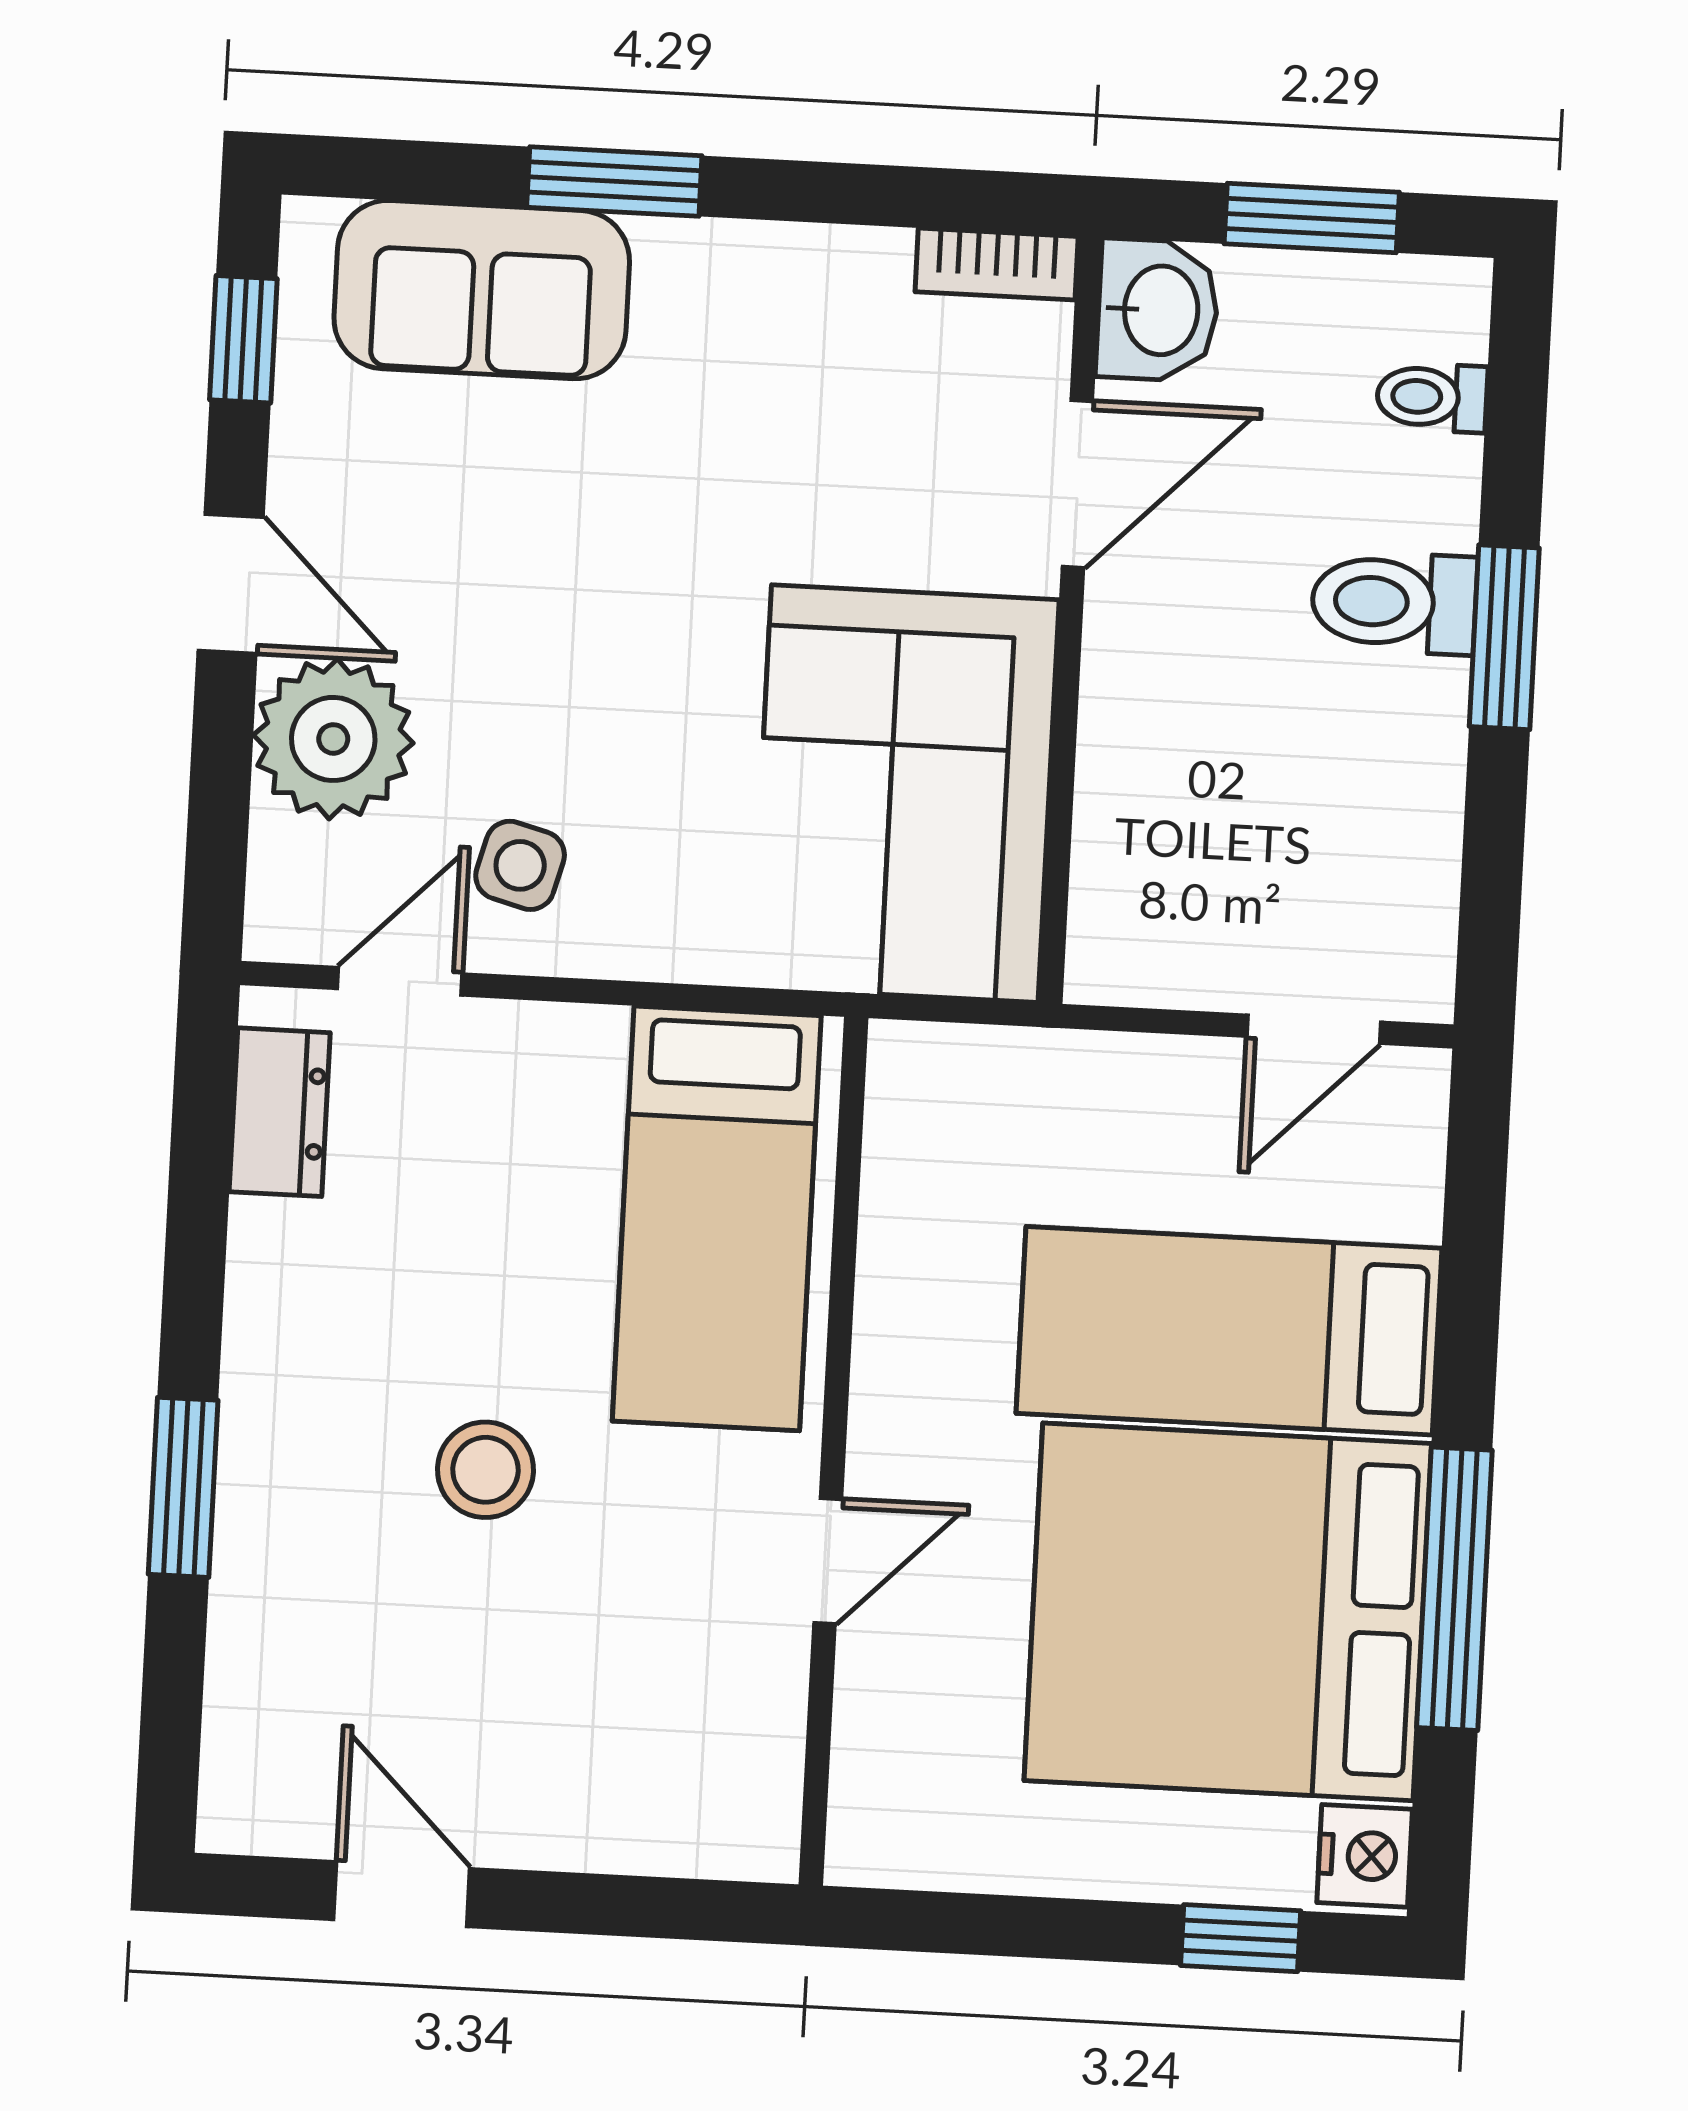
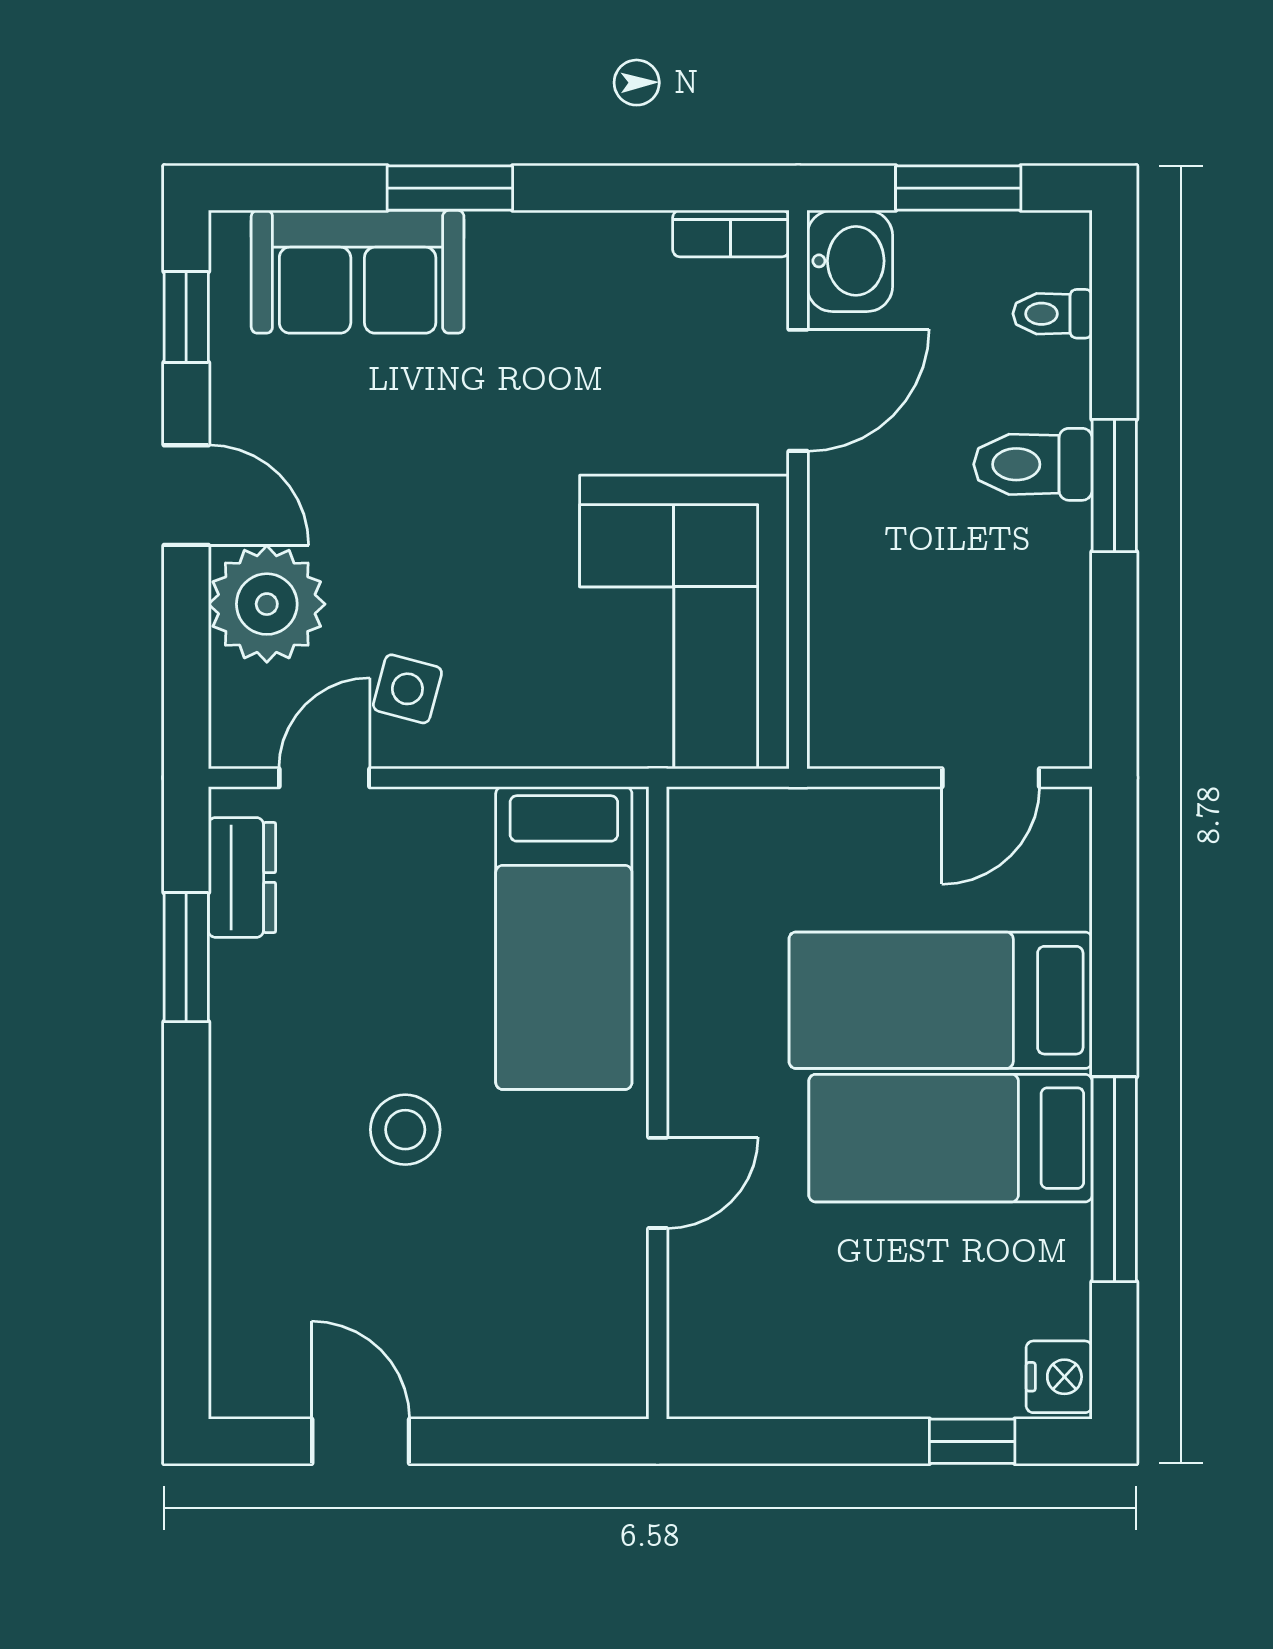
window: (183, 1487) -> (186, 957), moved
bed: (1228, 1612) -> (950, 1138), width x0.49

